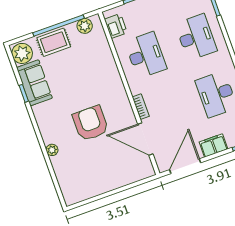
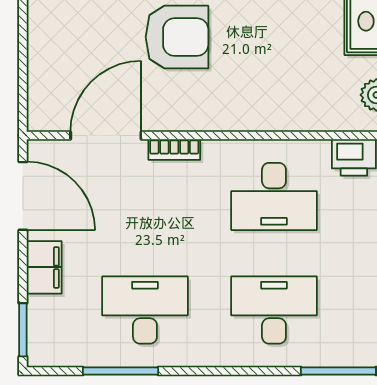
desk: (196, 37) -> (274, 310), turned 180

